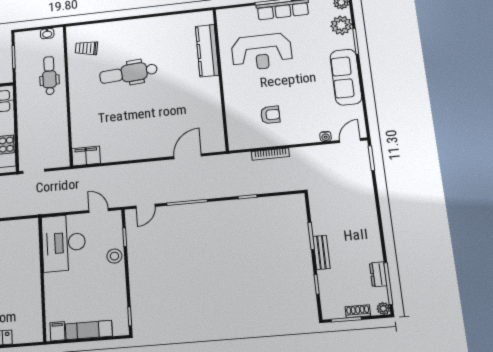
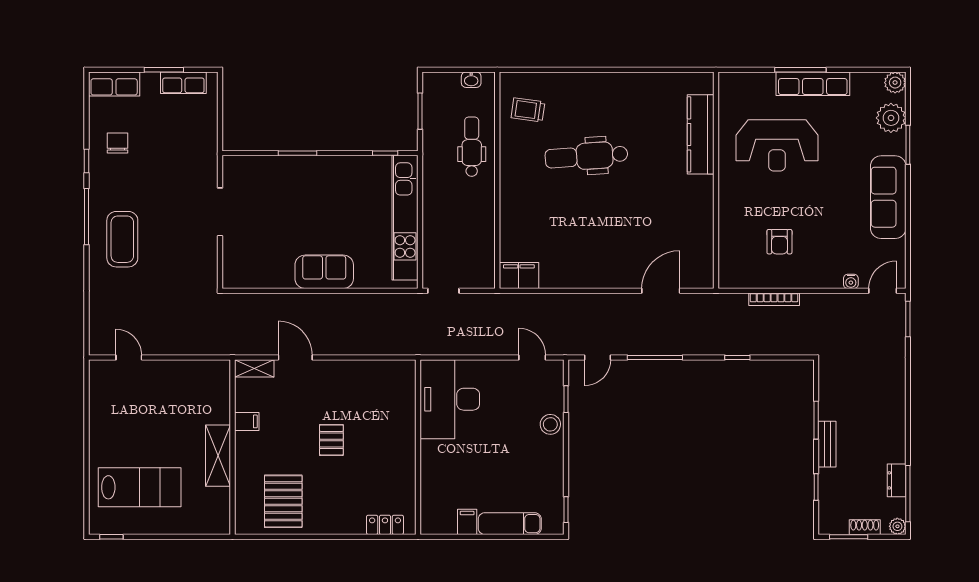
armchair: (270, 115) -> (779, 242), turned 90
desk: (64, 243) -> (450, 399), moved
wall: (42, 278) -> (418, 447), moved

